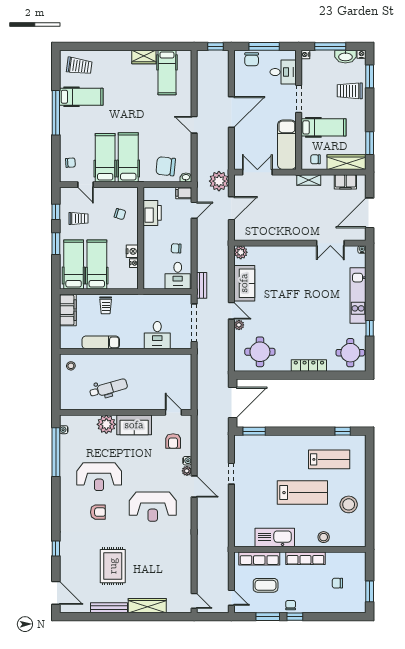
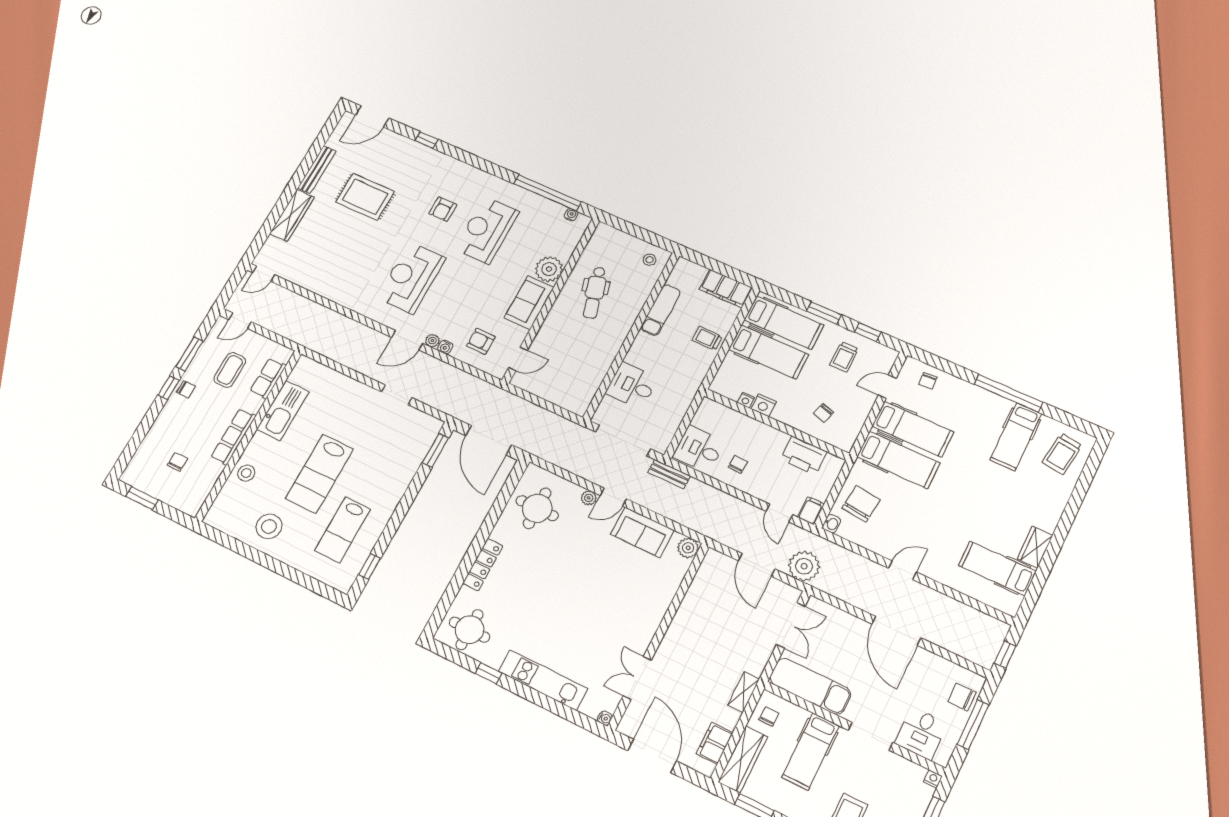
row of seats: (259, 558) -> (268, 378), width x0.68

